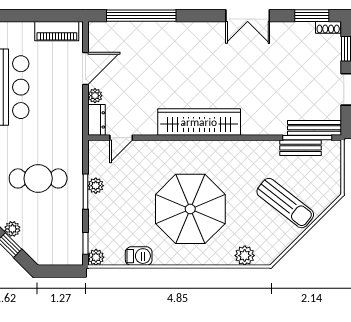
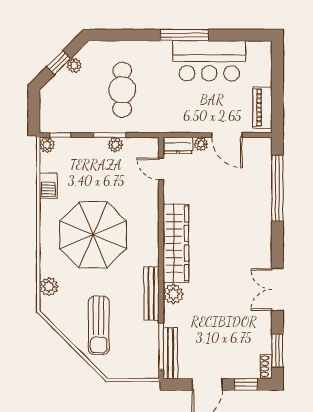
plant: (252, 125) -> (173, 294), added
bench: (300, 148) -> (151, 294), moved, width x1.36
sun lounger: (285, 203) -> (99, 325), turned -38

